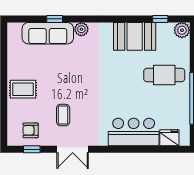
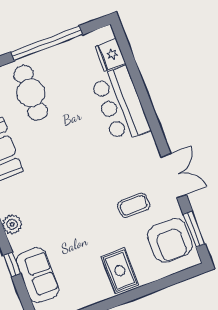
sofa: (48, 33) -> (38, 275), width x0.73
armchair: (31, 130) -> (170, 240), width x1.88, depth x1.88
window: (32, 149) -> (194, 229), width x1.50

